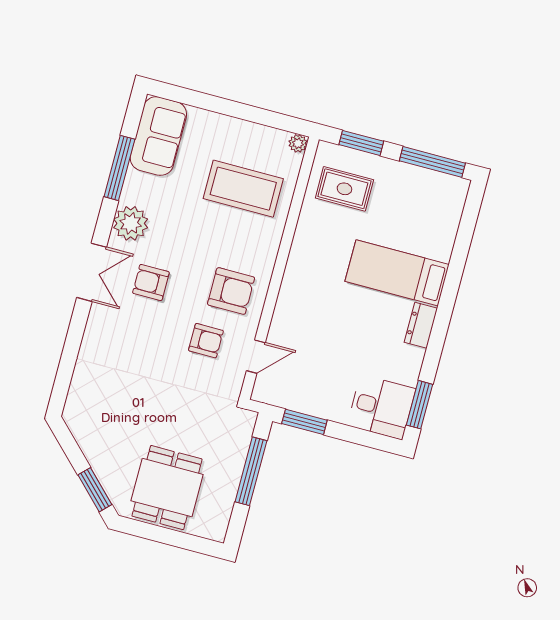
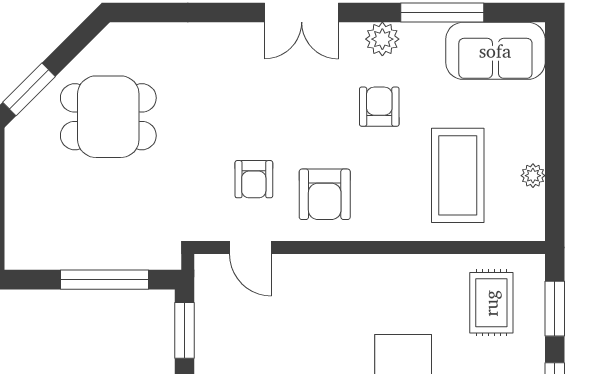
plant: (298, 143) -> (533, 176), moved
plant: (131, 223) -> (382, 39), width x0.73, depth x0.73
armchair: (151, 282) -> (379, 107), moved
dining table: (167, 488) -> (108, 117), moved

